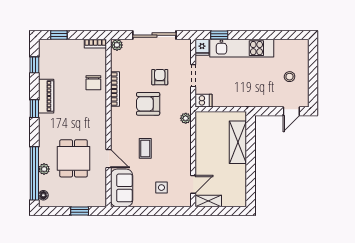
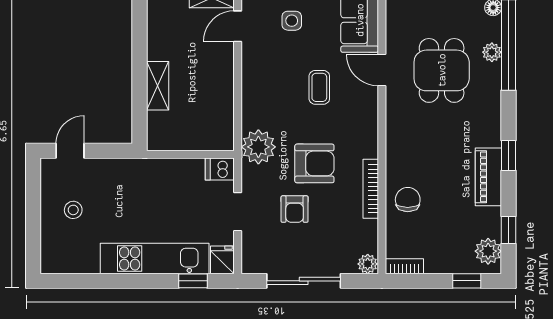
plant: (46, 52) -> (488, 251), added
plant: (186, 118) -> (258, 147), width x1.87, depth x1.87
shelving: (238, 142) -> (158, 86), width x0.67, depth x0.75

